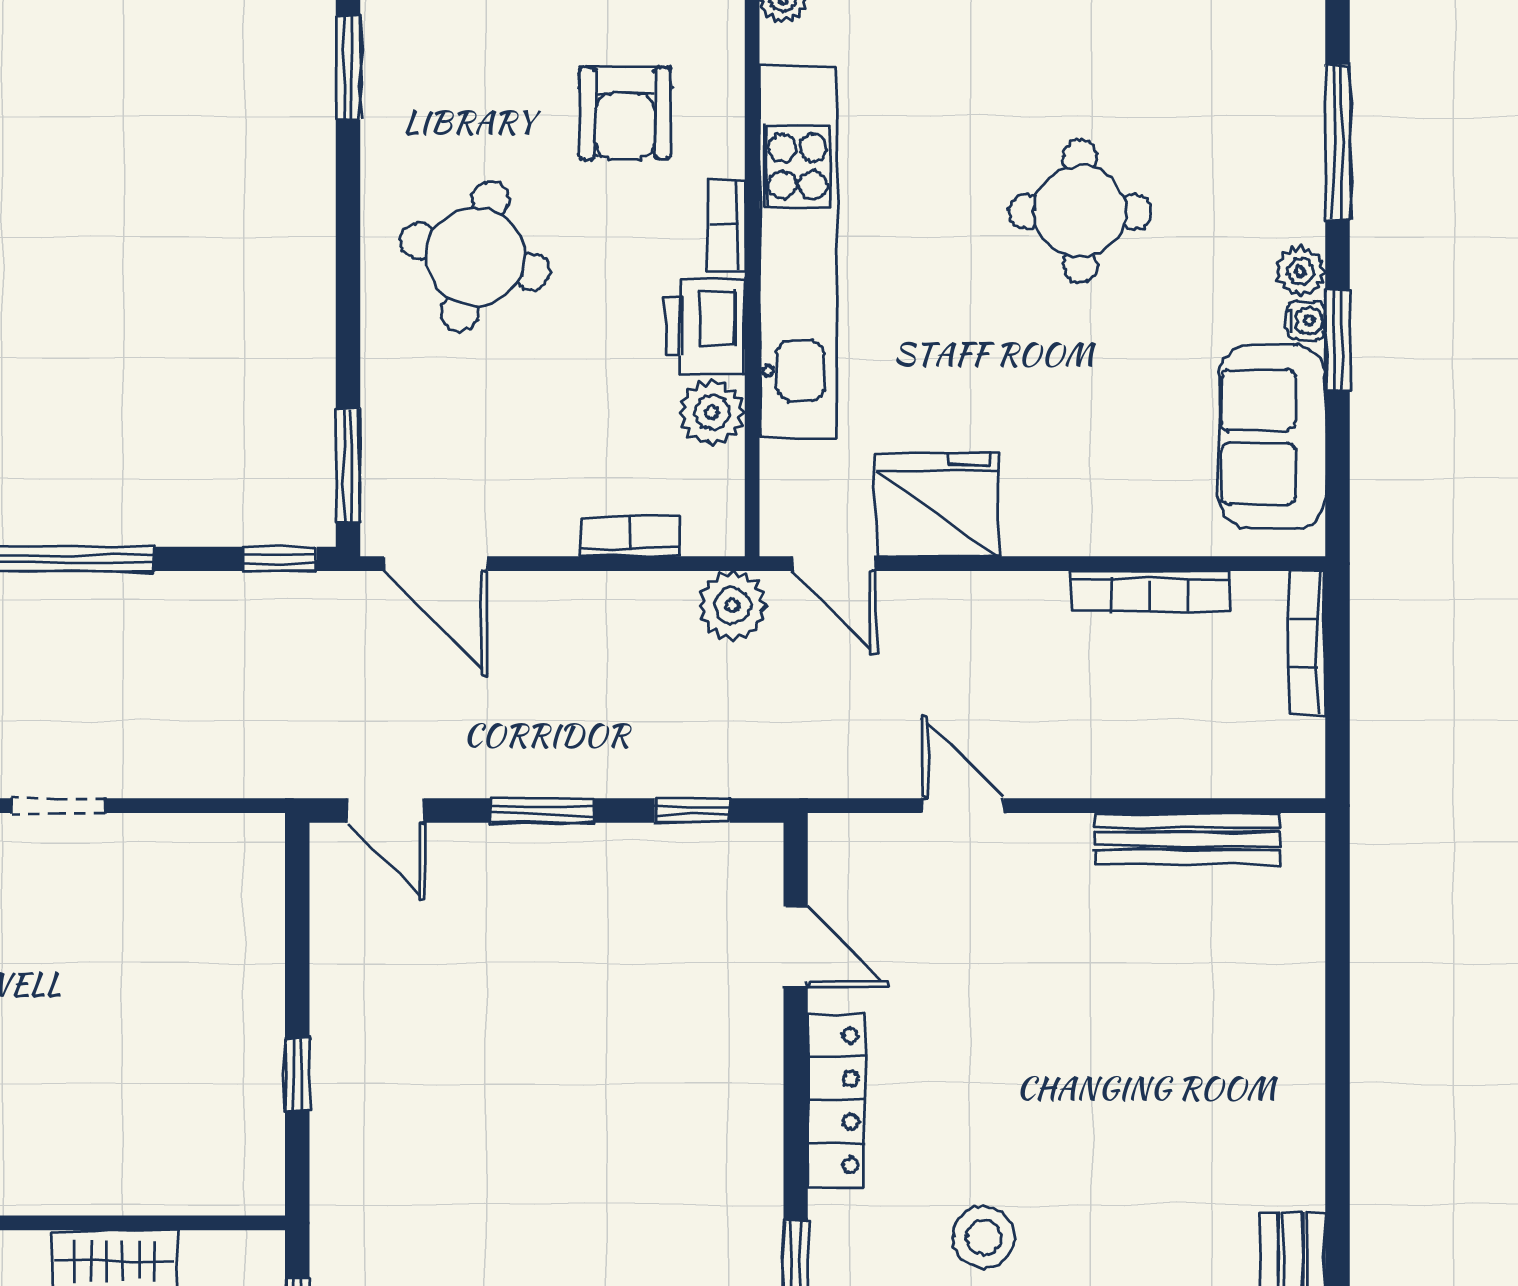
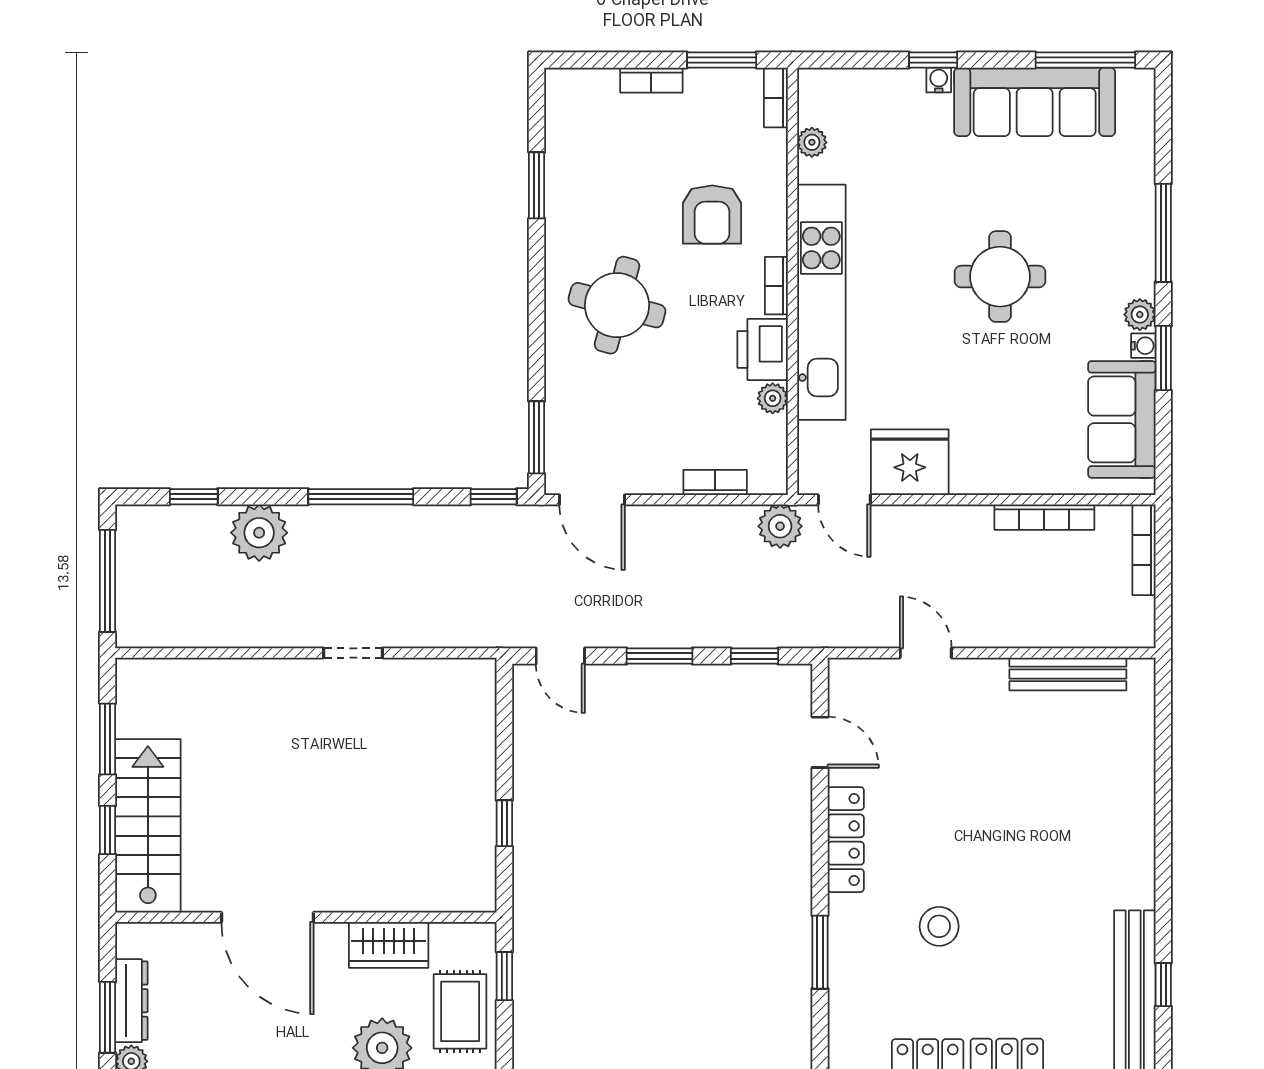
plant: (712, 413) -> (773, 398), width x0.73, depth x0.73

